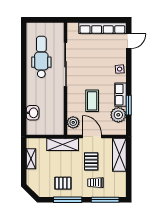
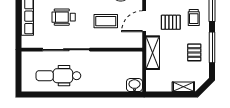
wheelchair: (96, 62) -> (64, 17), added
washbasin: (33, 113) -> (134, 85), moved
plant: (73, 122) -> (129, 41), removed
shelving: (31, 159) -> (183, 87), moved

